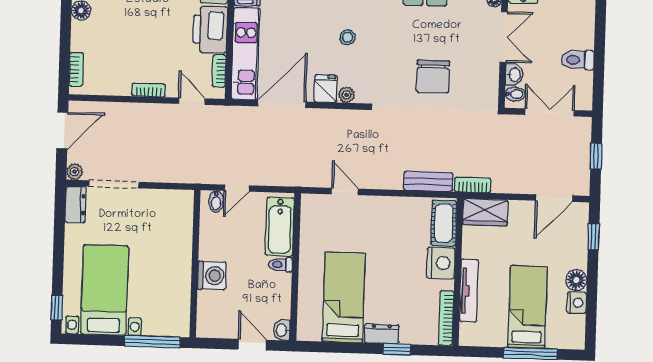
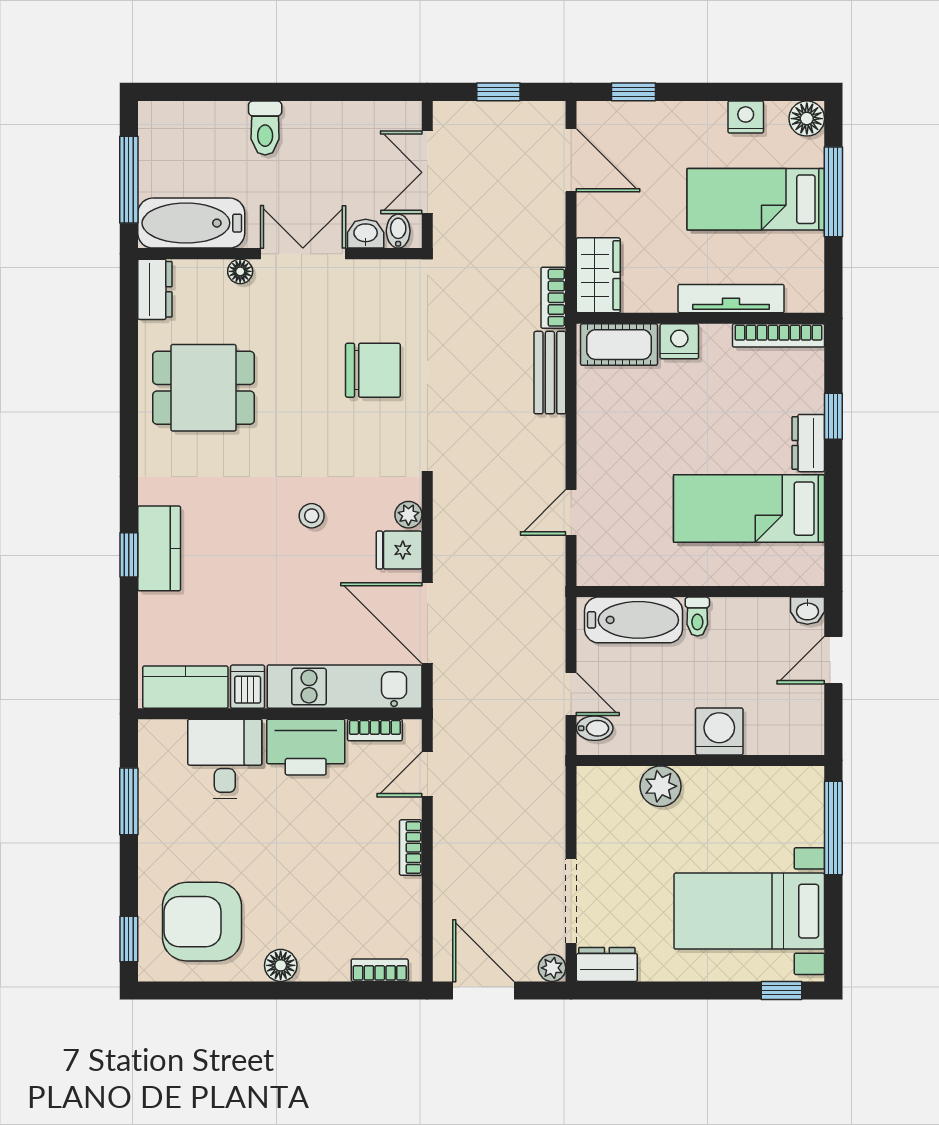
toilet: (578, 60) -> (265, 128), moved
plant: (180, 240) -> (660, 786), added
nightstand: (441, 263) -> (679, 341), width x0.74, depth x0.75
floor lamp: (576, 280) -> (807, 119), moved

